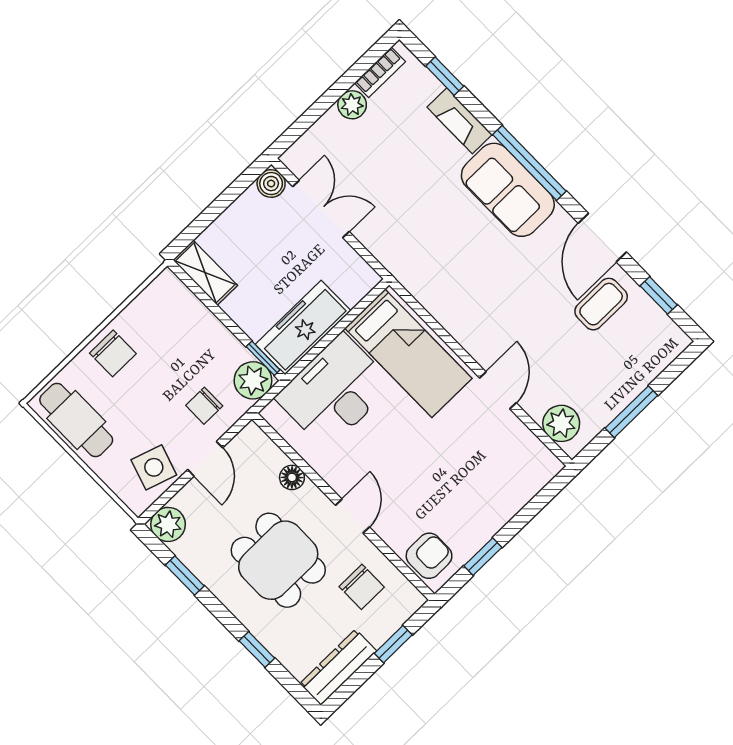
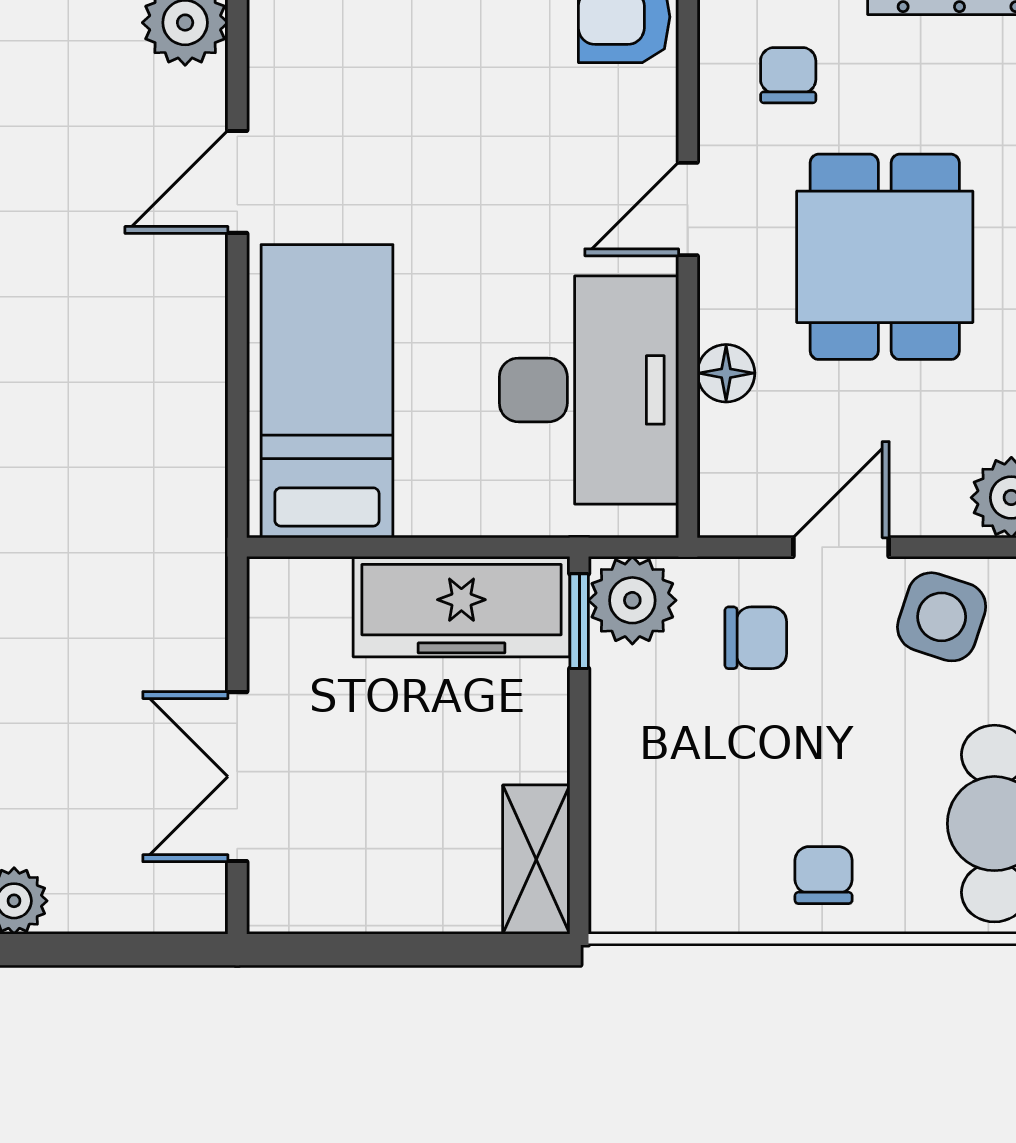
boiler: (271, 184) -> (279, 901), removed
chair: (113, 353) -> (824, 875), width x0.73, depth x0.73
desk: (335, 391) -> (589, 390), moved, turned -90
chair: (362, 587) -> (788, 75), width x0.73, depth x0.73

